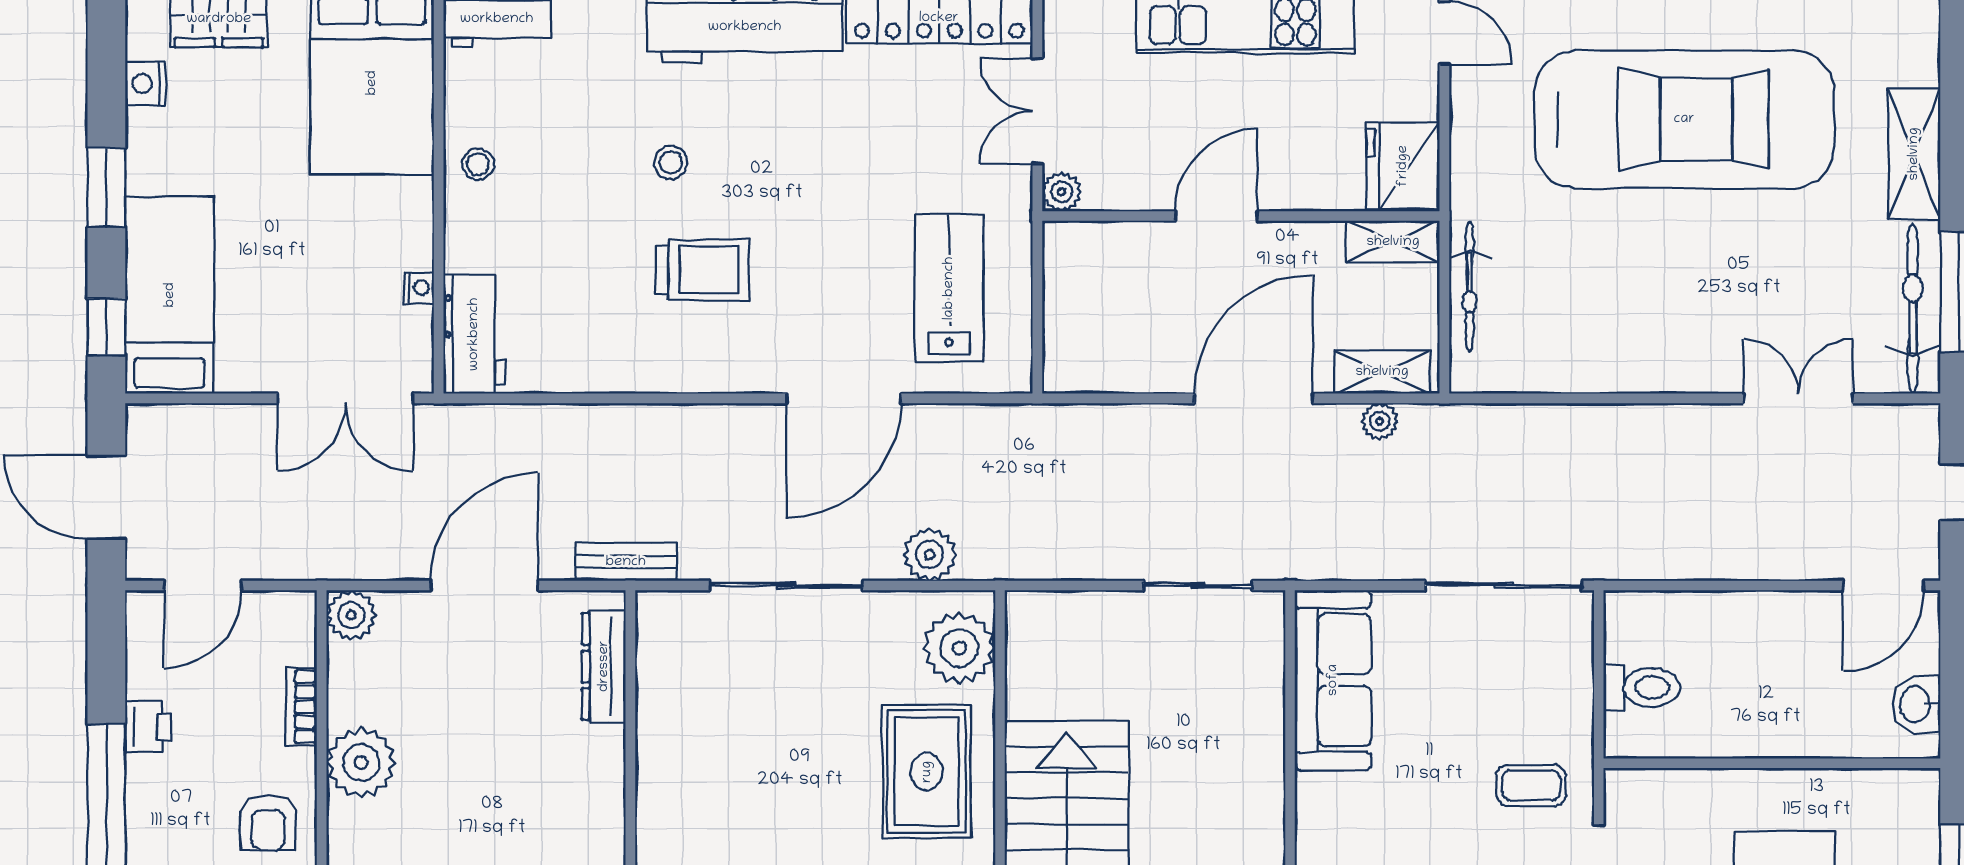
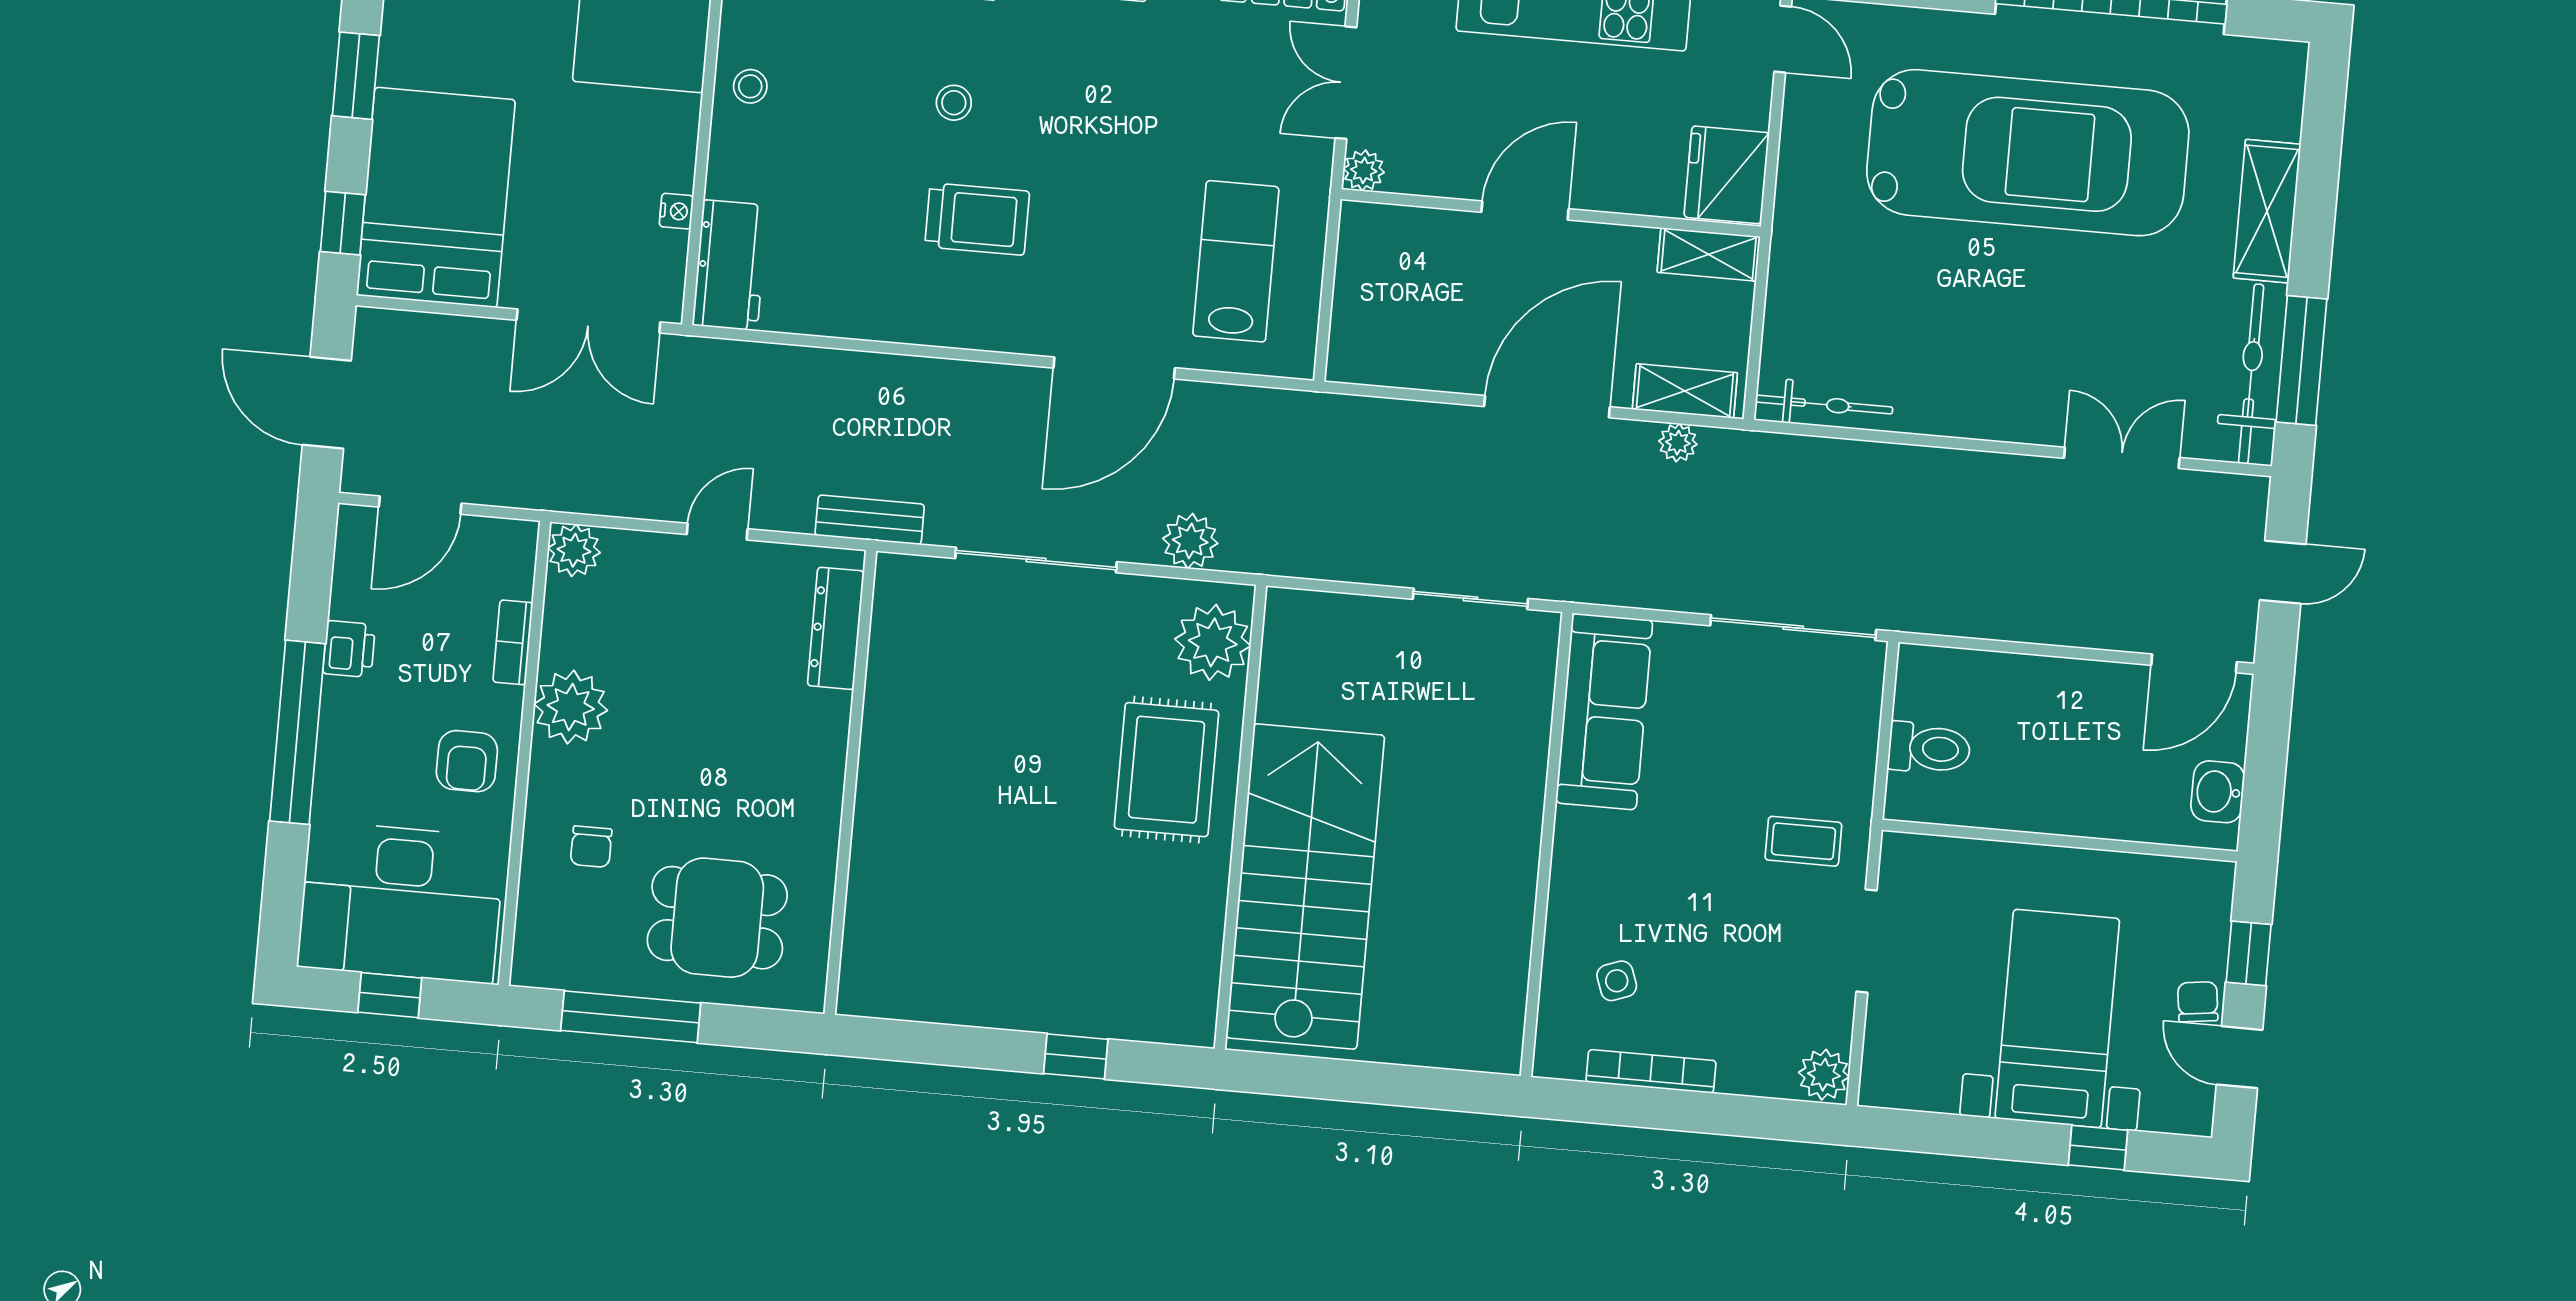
bicycle: (1470, 286) -> (1824, 405), moved, turned -90
bed: (170, 295) -> (436, 198), width x1.50
door: (484, 586) -> (717, 532), width x0.53

